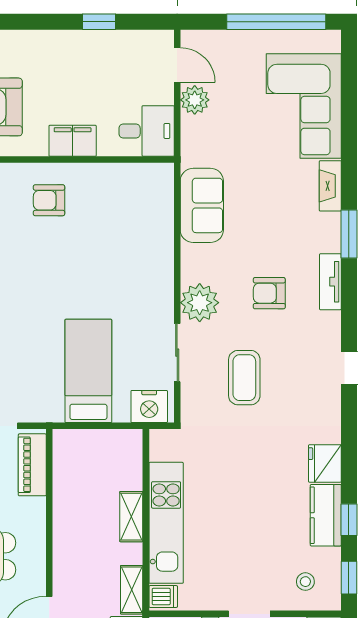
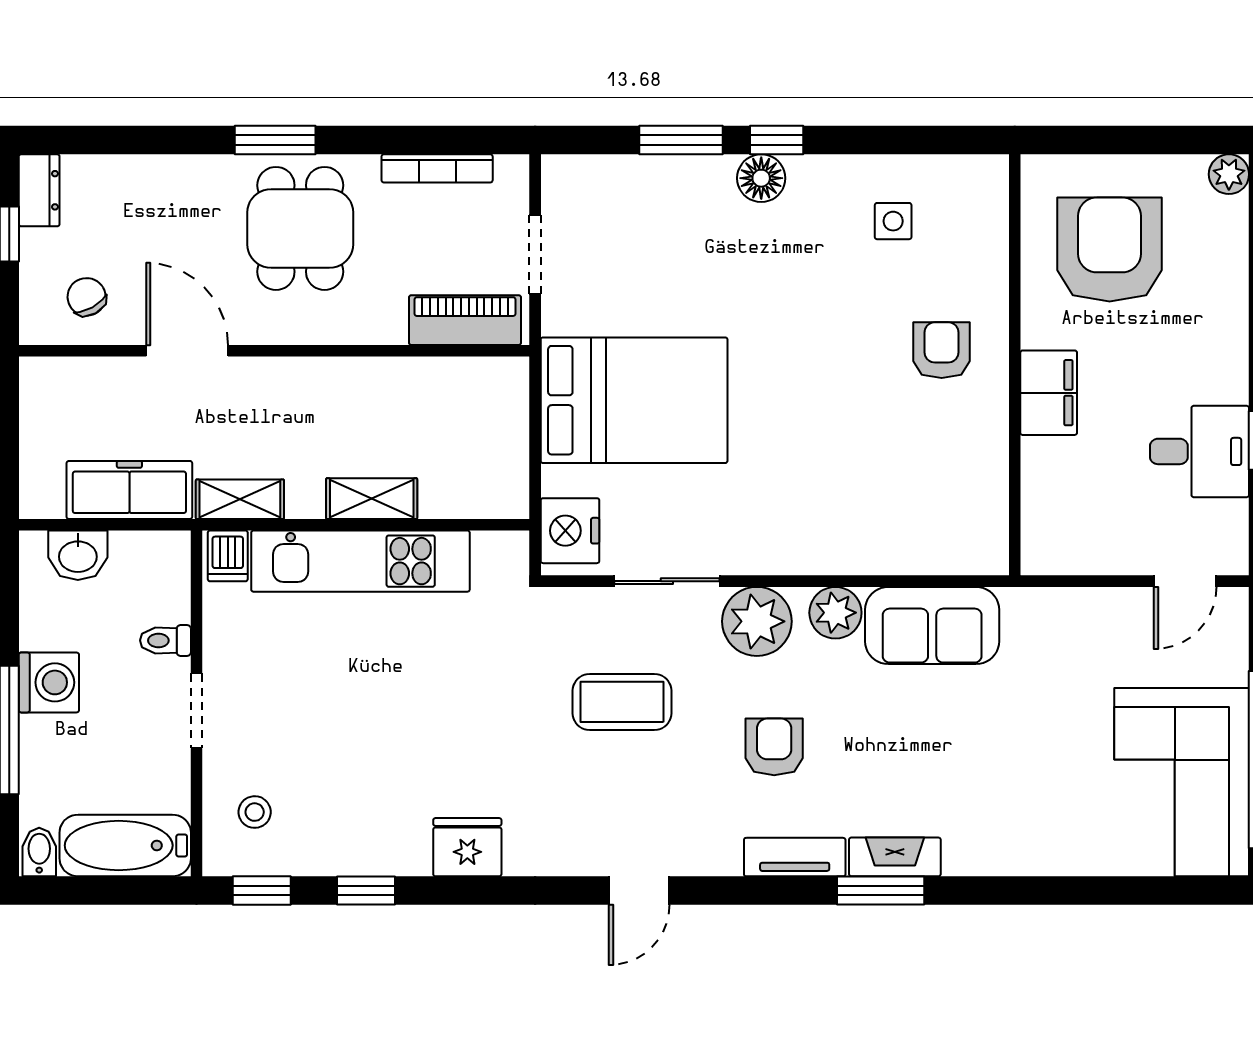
plant: (195, 100) -> (835, 613), moved
corner sofa: (304, 106) -> (1182, 782), moved, turned -90
desk: (147, 131) -> (1200, 451), moved, turned -90
fireplace: (330, 186) -> (895, 857), moved
bed: (88, 371) -> (634, 400), width x1.50
kitchen counter: (326, 515) -> (374, 849), removed

